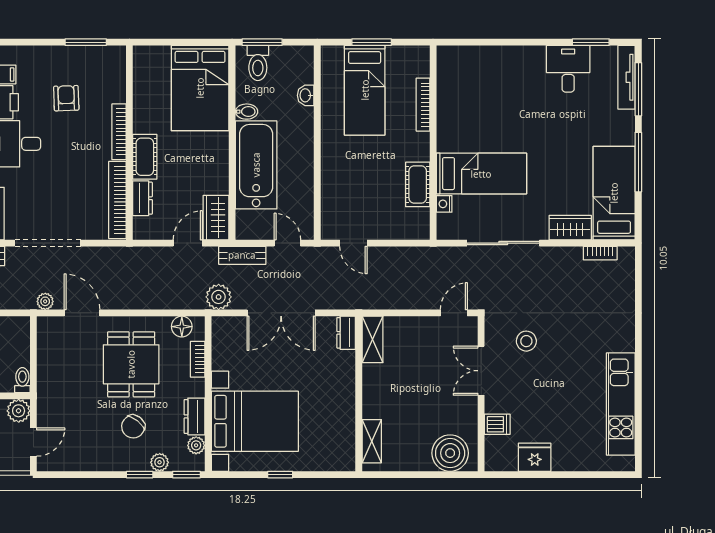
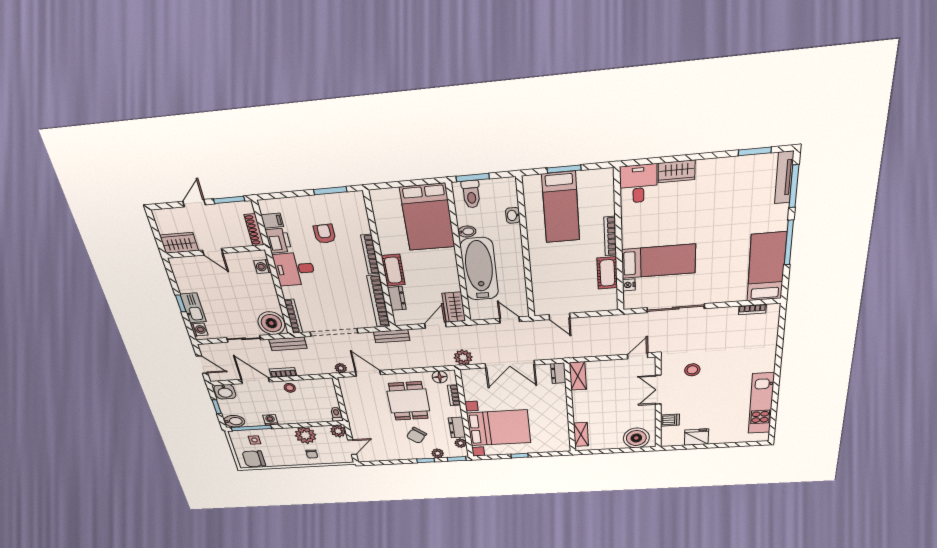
desk: (568, 69) -> (638, 184), moved
bookcase: (423, 105) -> (610, 236), moved
wardrobe: (570, 228) -> (677, 171), moved, turned 180
bench: (242, 255) -> (392, 336), moved

